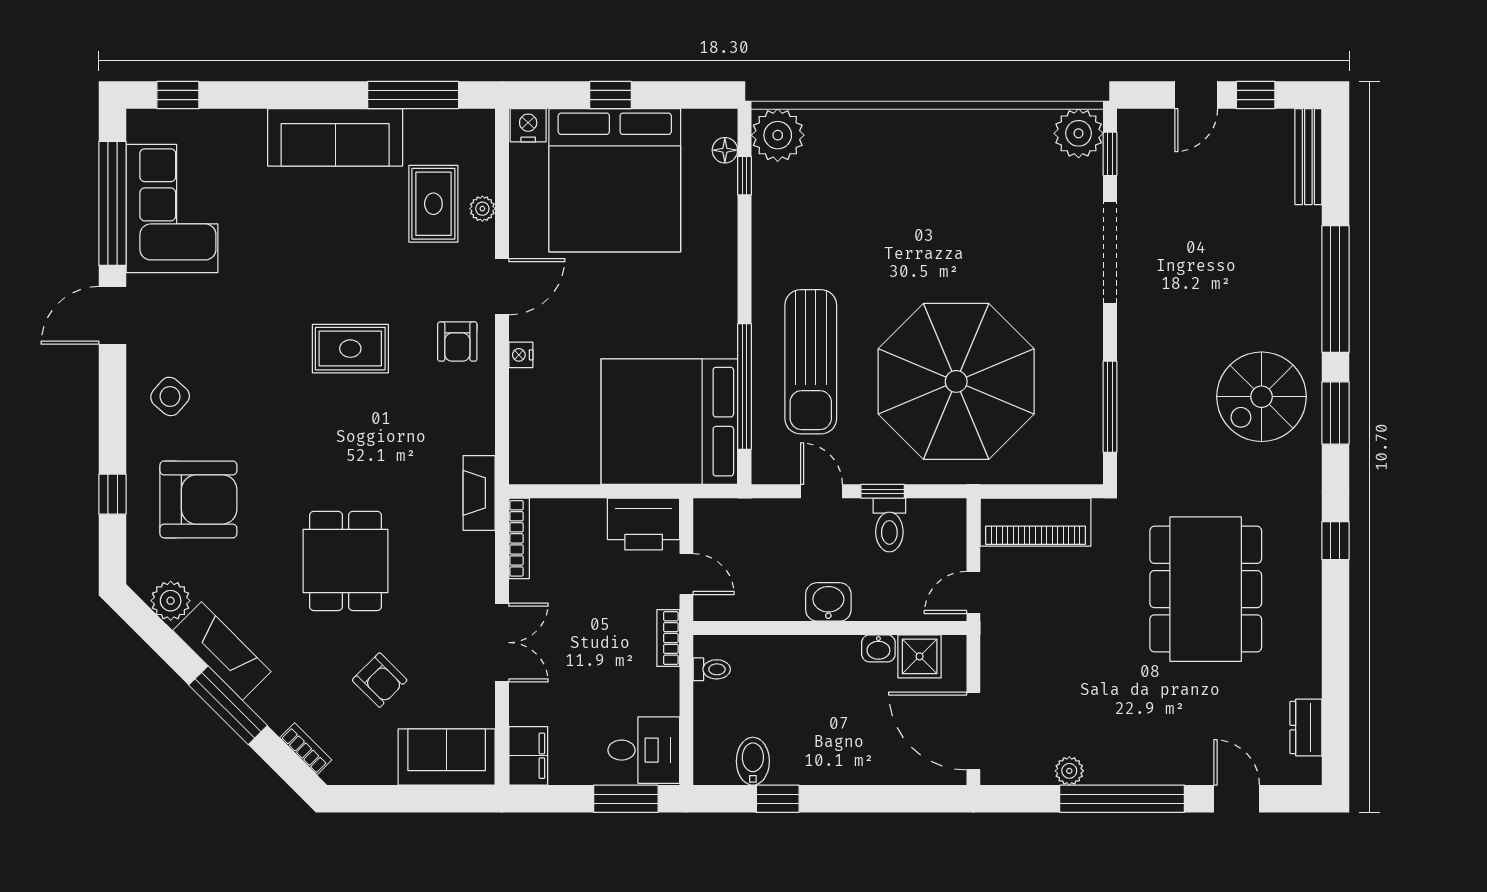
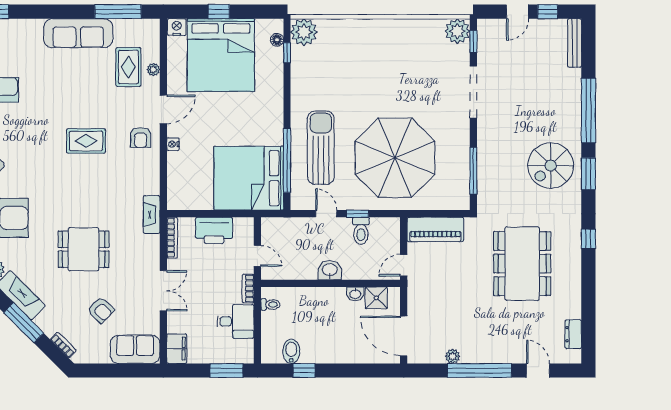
sun lounger: (811, 362) -> (321, 148), turned 180
printer: (644, 524) -> (214, 230), moved
dining table: (345, 561) -> (84, 249), turned 90
desk: (644, 750) -> (236, 321), moved

